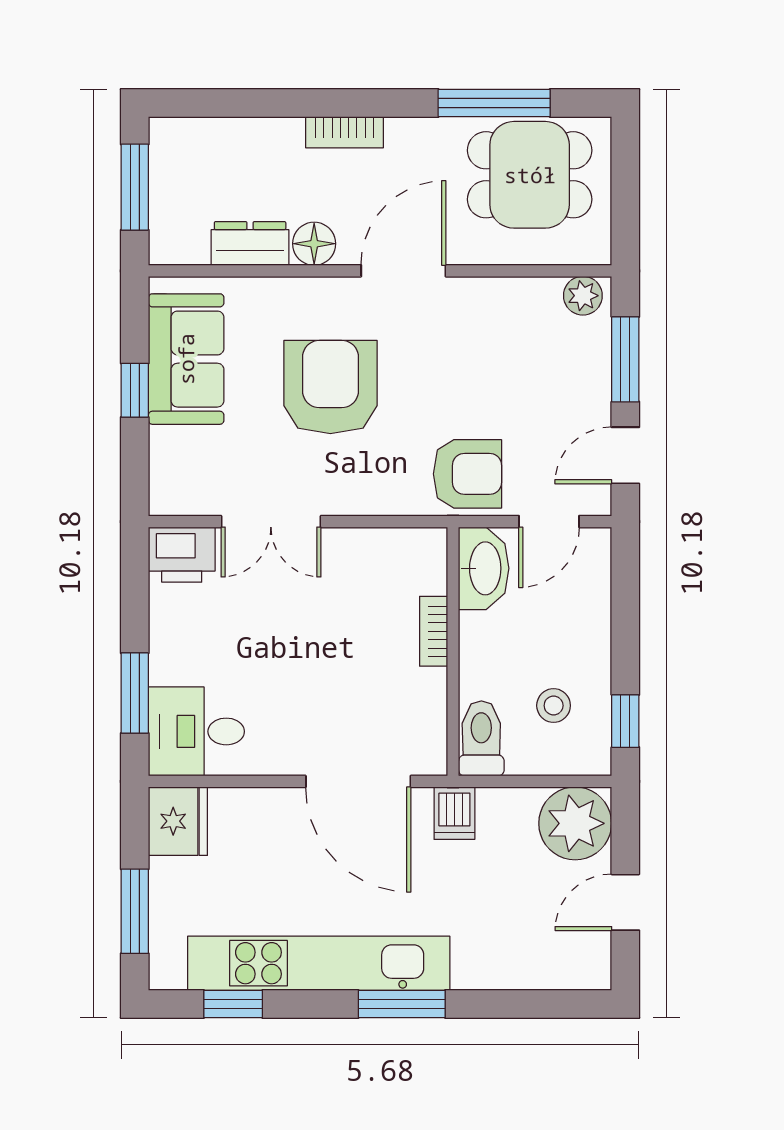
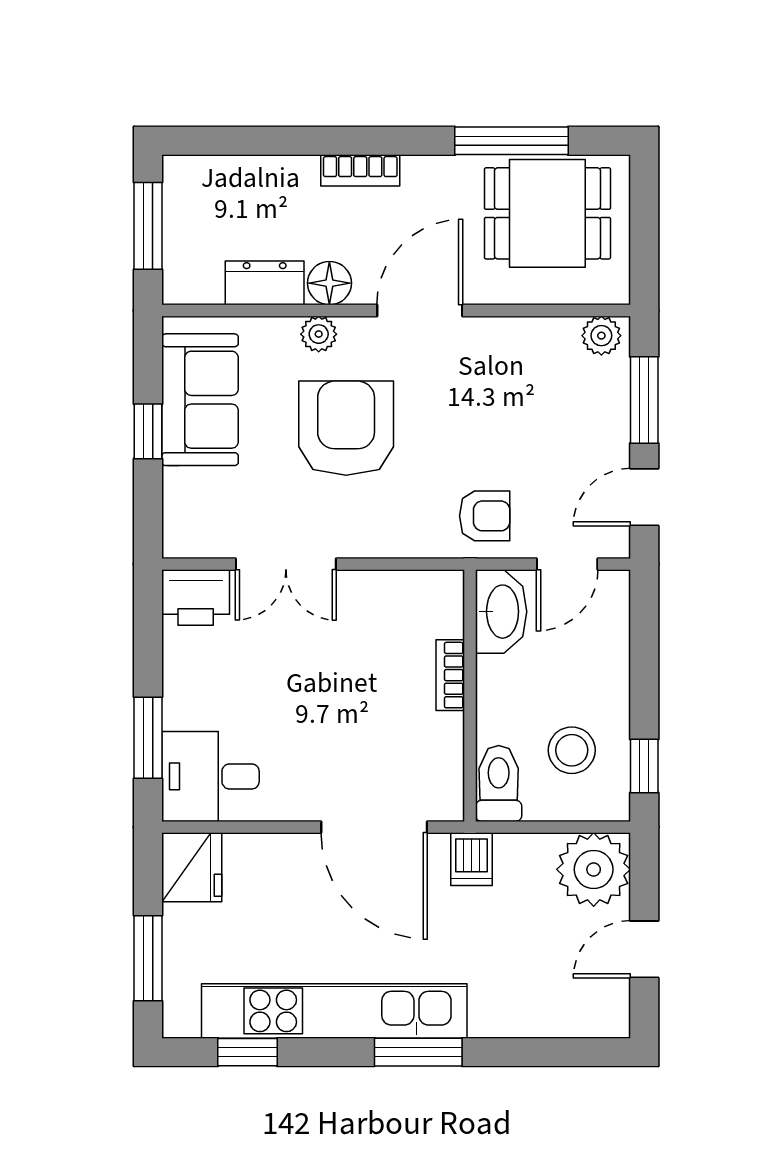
plant: (303, 294) -> (319, 334), added
armchair: (467, 474) -> (485, 516), width x0.72, depth x0.72
stool: (554, 706) -> (572, 750), width x1.37, depth x1.37

